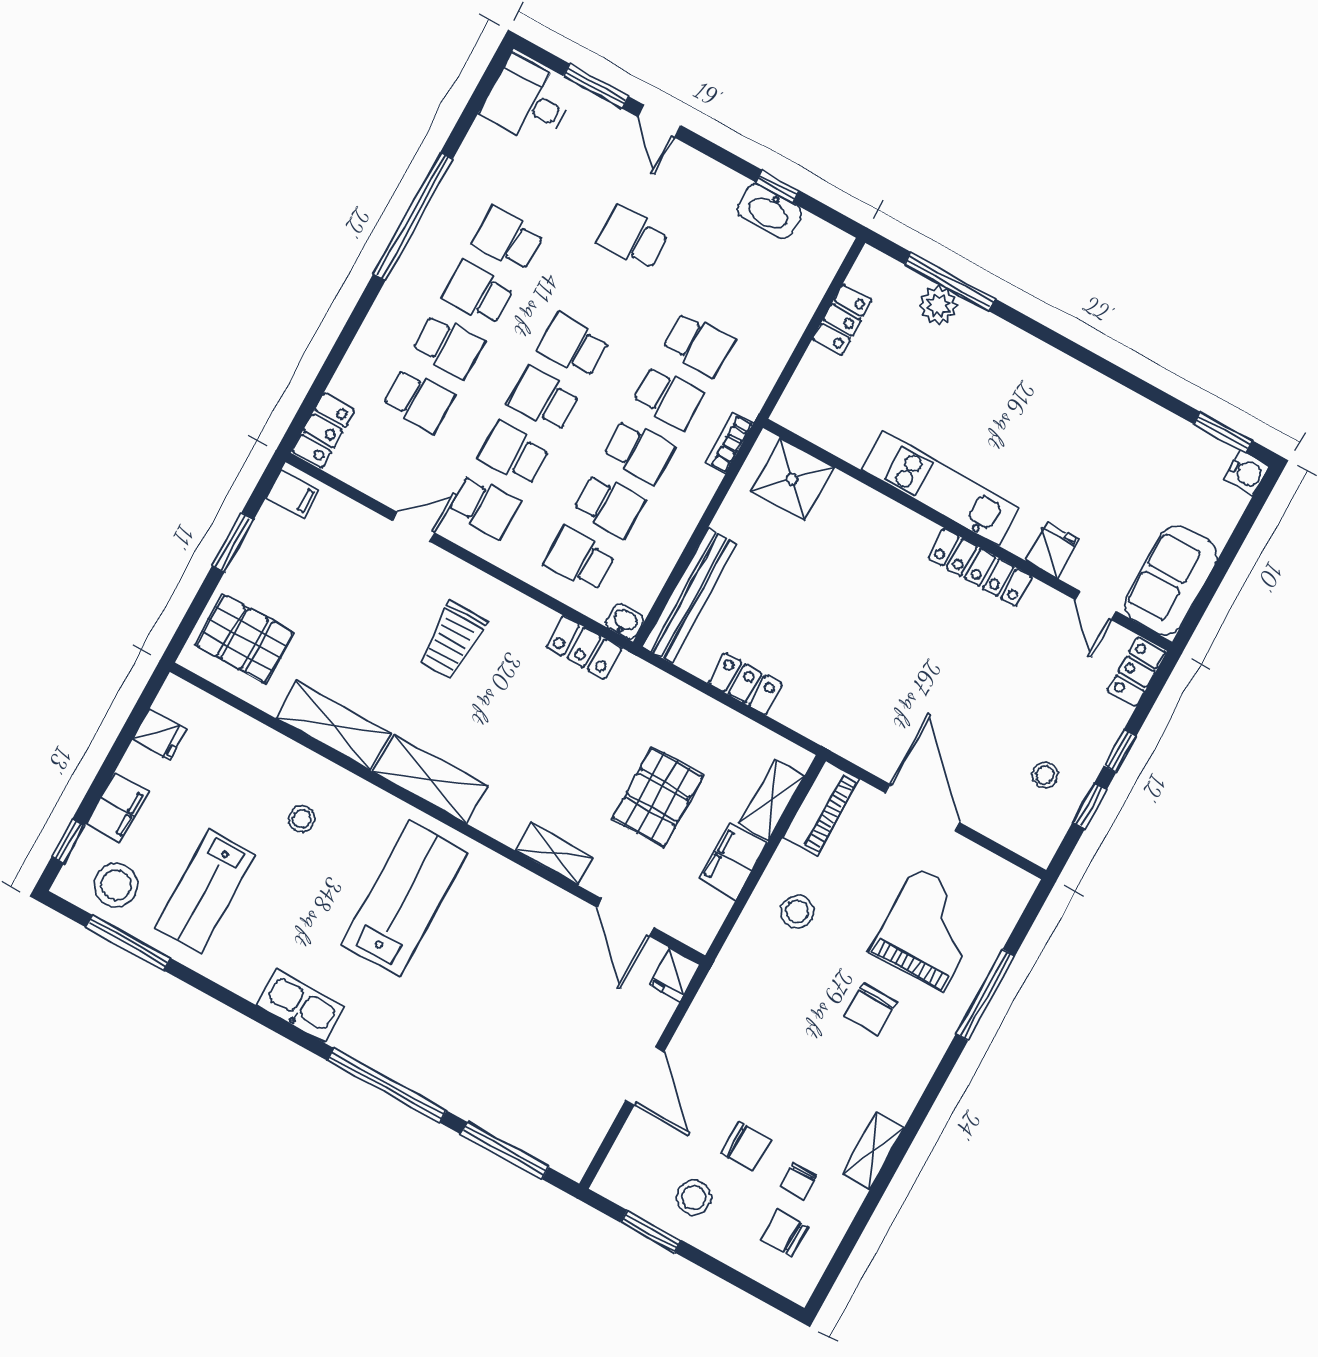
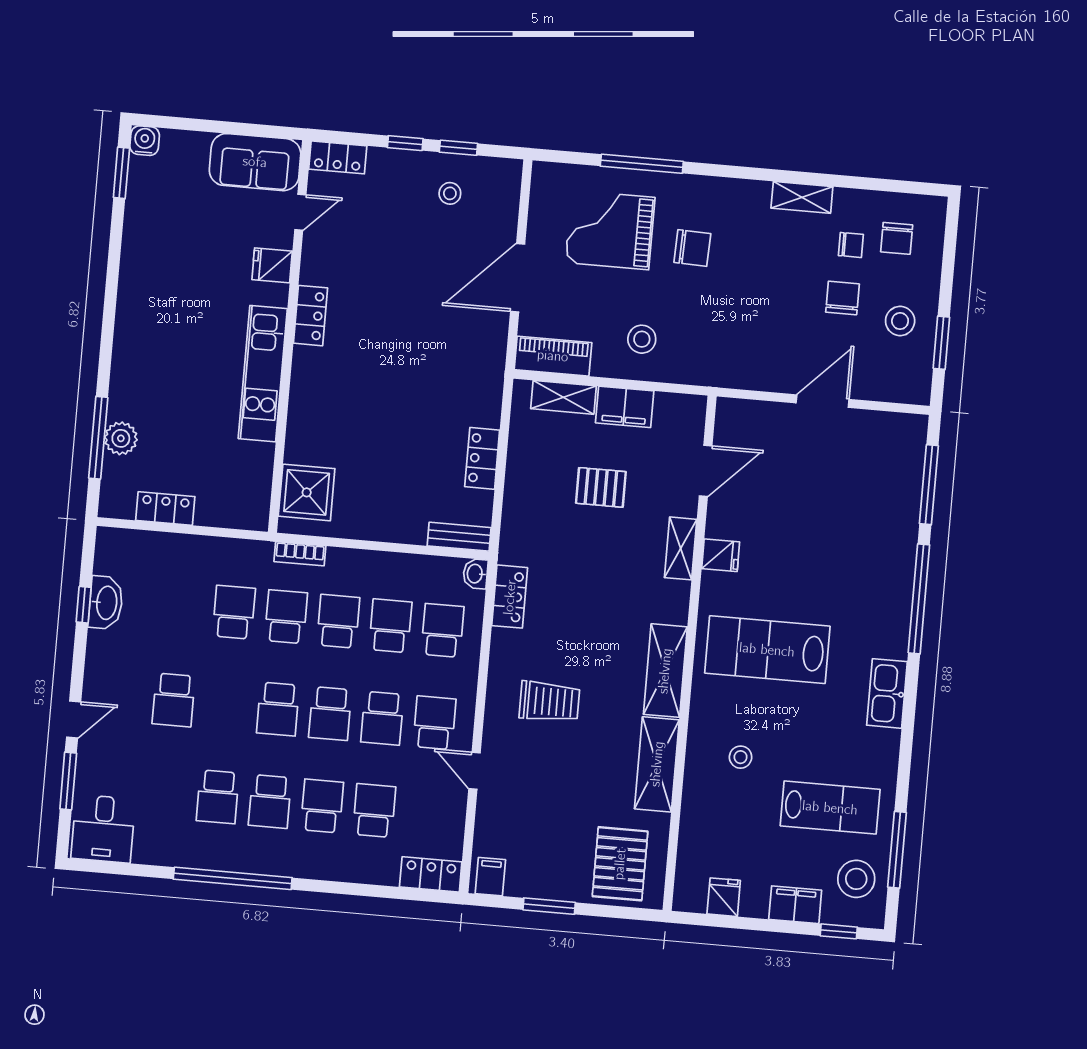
school desk: (579, 559) -> (443, 630), turned 180
locker: (980, 567) -> (311, 316), width x0.66
bench: (690, 595) -> (459, 537), width x0.54, depth x0.82
pallet: (657, 797) -> (601, 487), width x0.67, depth x0.71
fridge: (675, 975) -> (721, 555), moved

